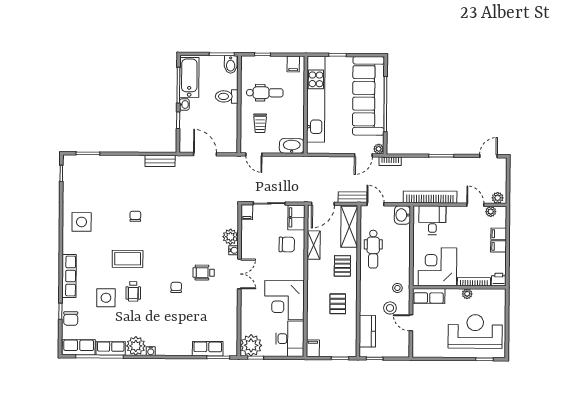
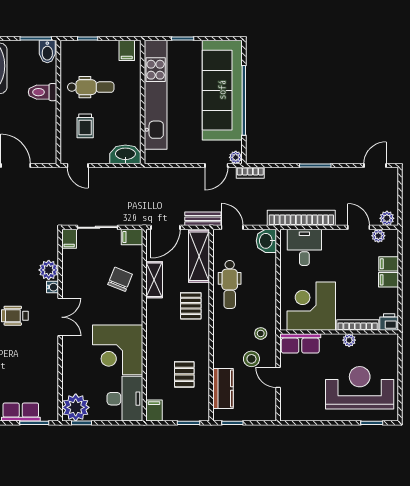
filing cabinet: (296, 217) -> (132, 237), width x0.50
chair: (287, 244) -> (120, 279), turned -68
pallet: (338, 304) -> (184, 374), moved

